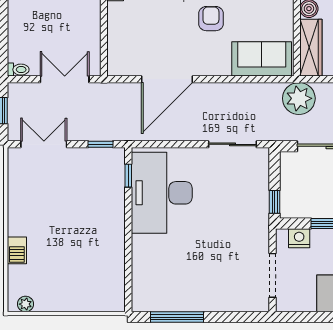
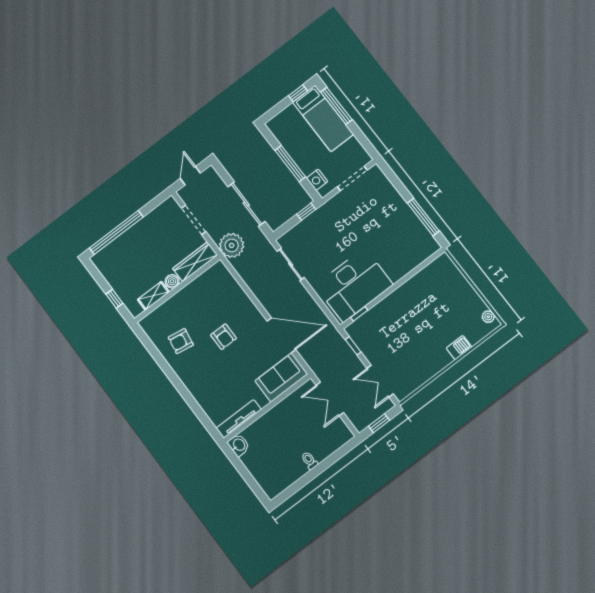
armchair: (211, 19) -> (223, 337), turned -90
sofa: (262, 59) -> (281, 377), moved, turned 90
toilet: (18, 70) -> (310, 460), moved

